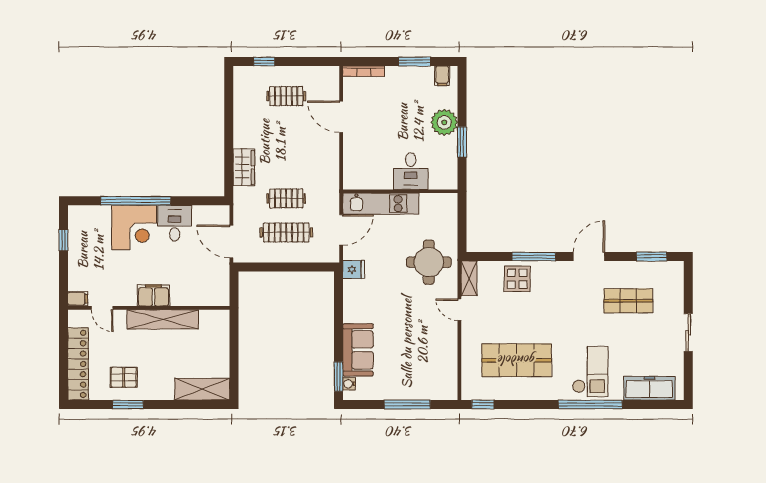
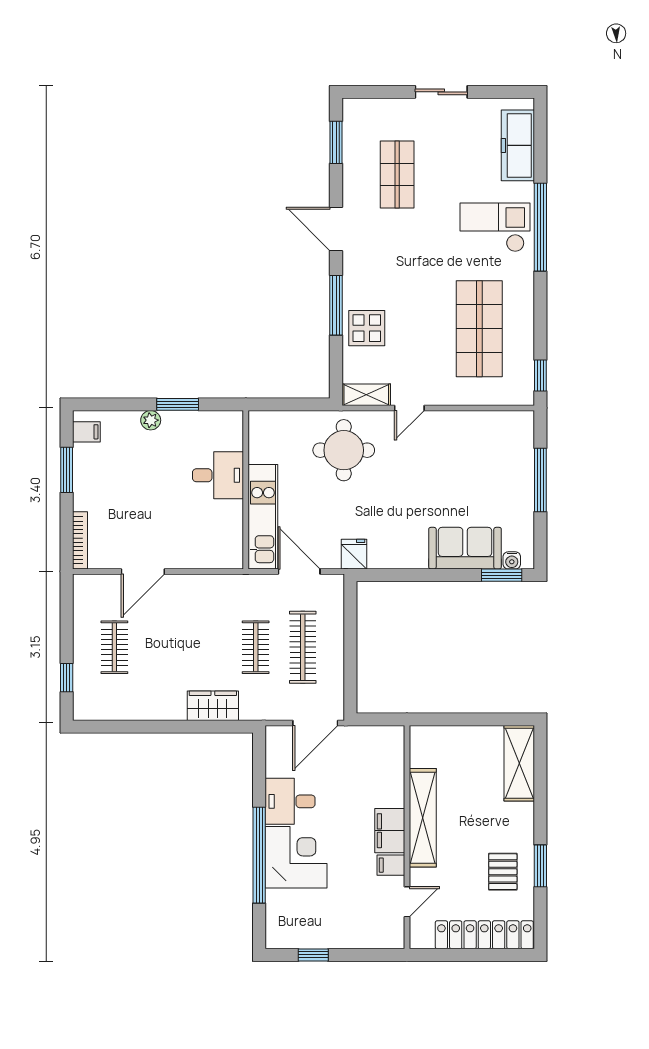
plant: (444, 122) -> (151, 420), width x0.53, depth x0.53
filing cabinet: (78, 299) -> (391, 865), moved, turned -90

